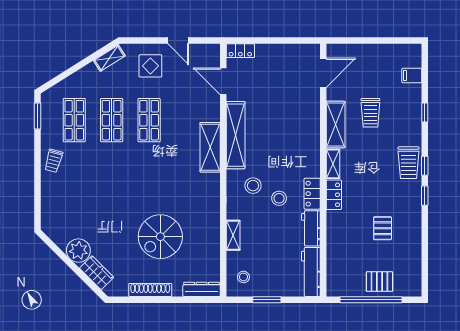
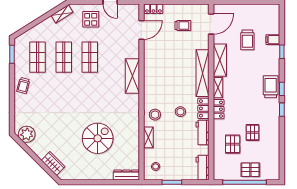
trolley: (283, 75) -> (183, 25), added
filing cabinet: (412, 76) -> (273, 40), moved
door: (223, 81) -> (141, 30), swing flipped
trolley: (370, 113) -> (247, 40), moved
shelving: (236, 135) -> (203, 73), moved
trolley: (409, 163) -> (271, 87), turned 180
stool: (253, 186) -> (155, 115), moved
spiral stairs: (160, 237) -> (98, 138), turned 180
pallet: (354, 245) -> (233, 144), added
plant: (78, 251) -> (27, 134), moved
workbench: (311, 272) -> (203, 168), width x0.73
shoe rack: (150, 290) -> (91, 176), removed

